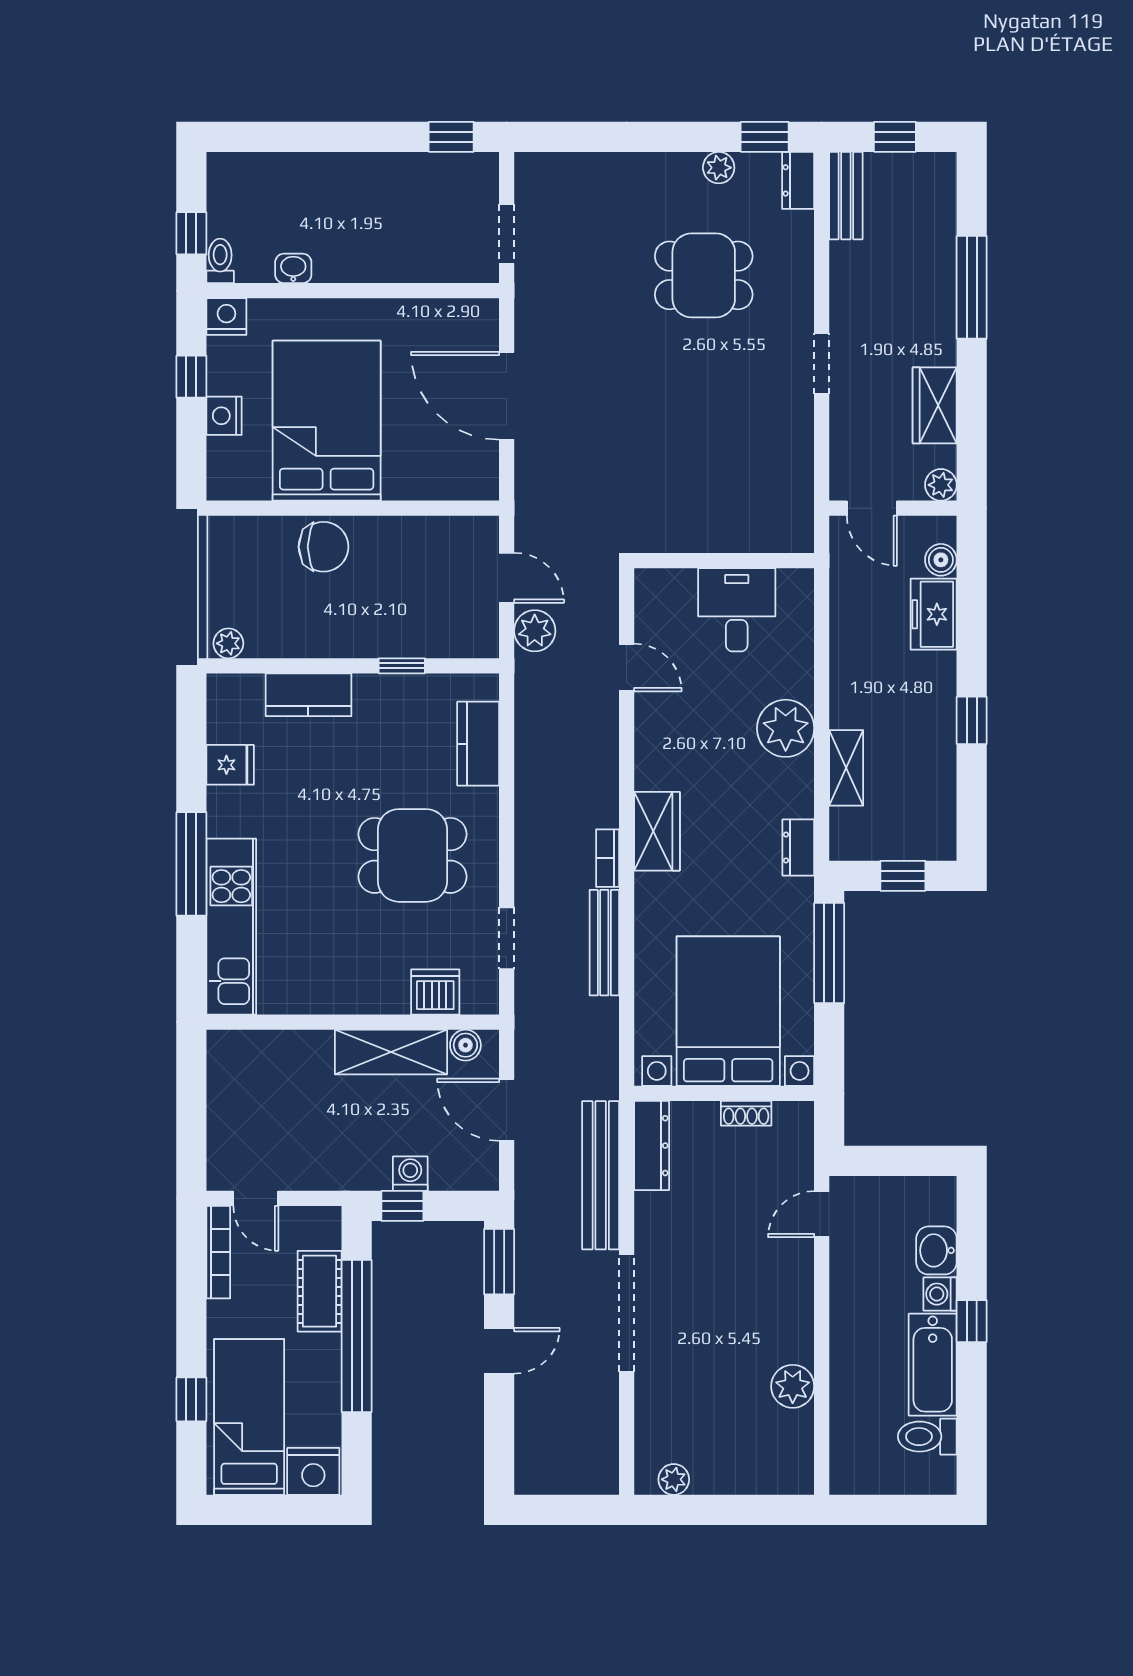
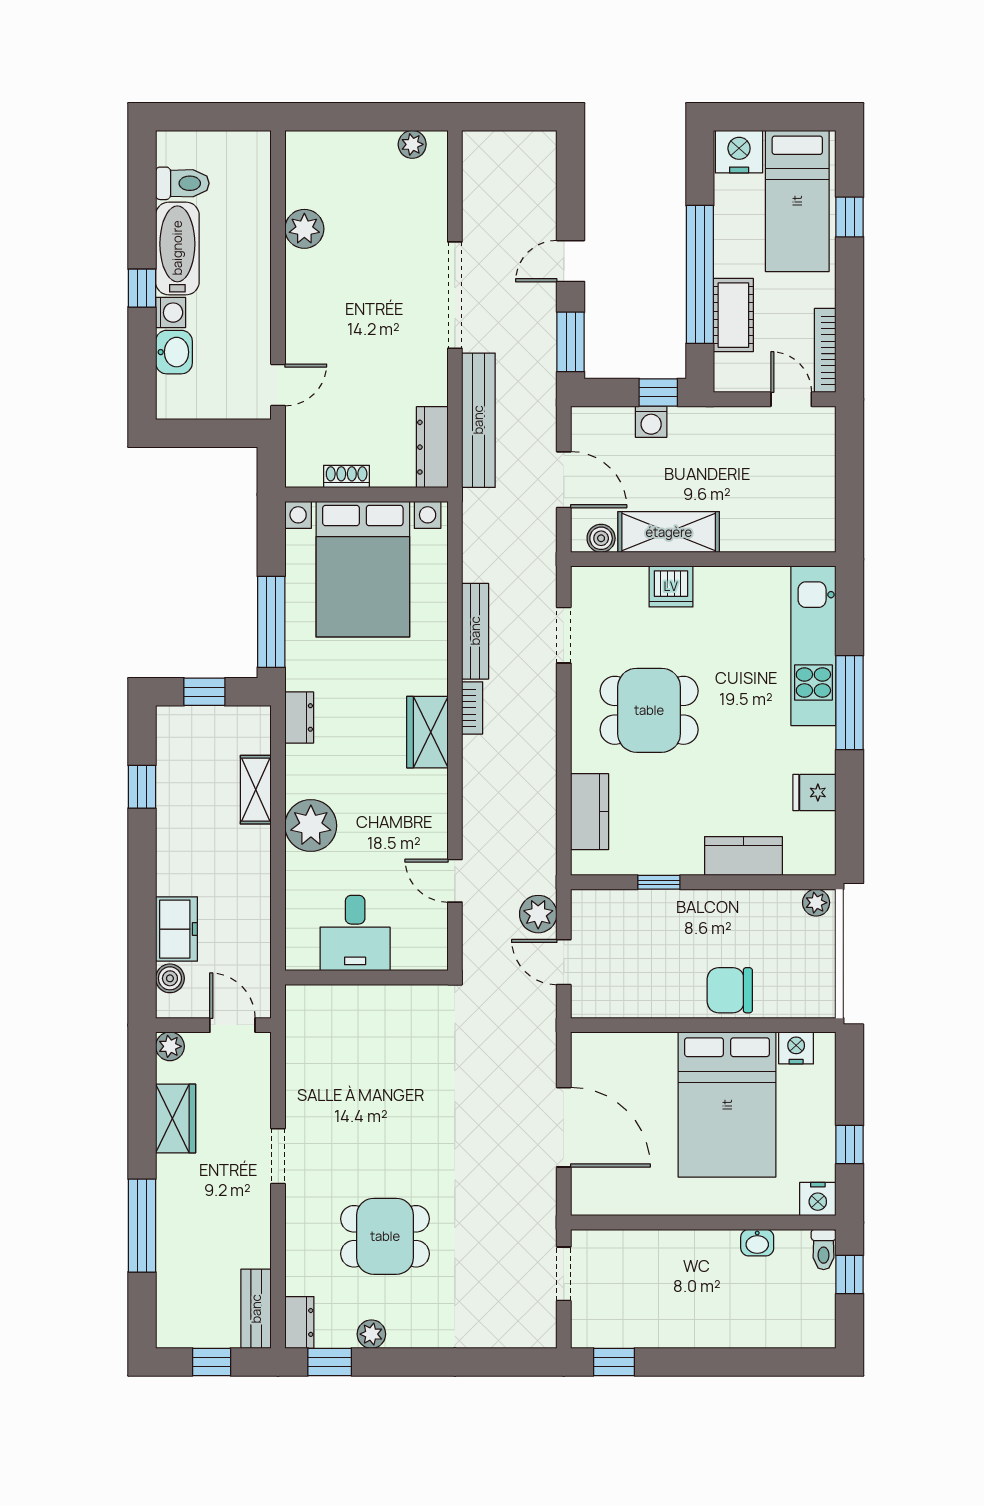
nightstand: (224, 416) -> (796, 1048), moved, turned -90
window: (972, 720) -> (142, 787), moved
dishwasher: (435, 992) -> (671, 586), moved

